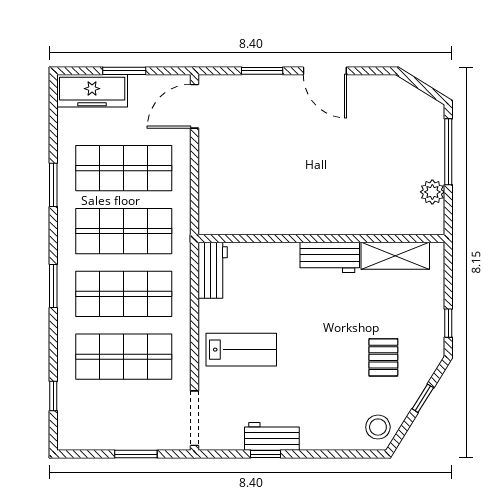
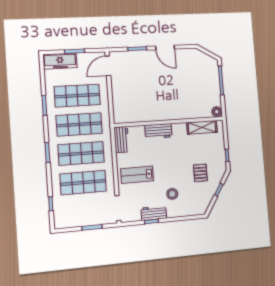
plant: (432, 192) -> (217, 112), moved
workbench: (330, 257) -> (158, 131), moved
lab bench: (241, 350) -> (137, 175), turned 180
stool: (378, 427) -> (172, 194), moved

